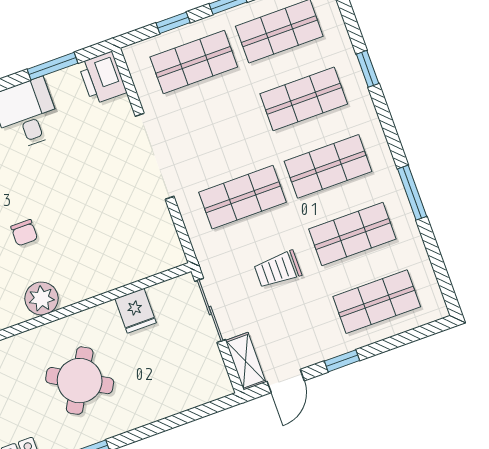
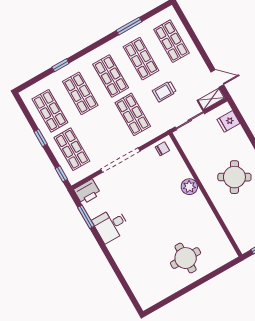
window: (173, 23) -> (61, 174), moved
window: (412, 193) -> (129, 26), moved
chair: (24, 233) -> (162, 149), moved
trolley: (278, 269) -> (164, 91), turned 90
plant: (42, 298) -> (189, 187), moved
fridge: (136, 311) -> (228, 121), moved, turned 180
window: (342, 361) -> (203, 53), removed

